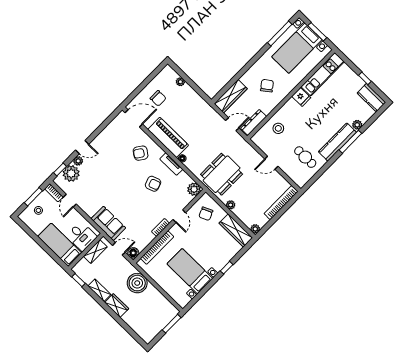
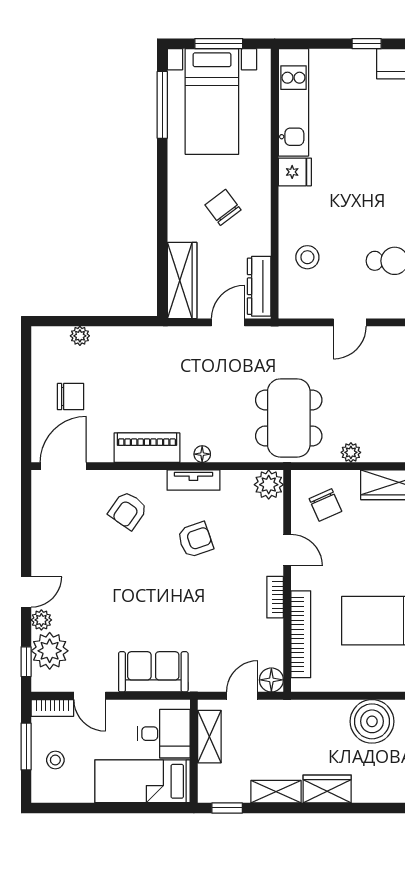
piano: (168, 137) -> (147, 448), width x0.73, depth x0.75
sofa: (108, 223) -> (153, 672), moved
boiler: (137, 283) -> (372, 721), moved

